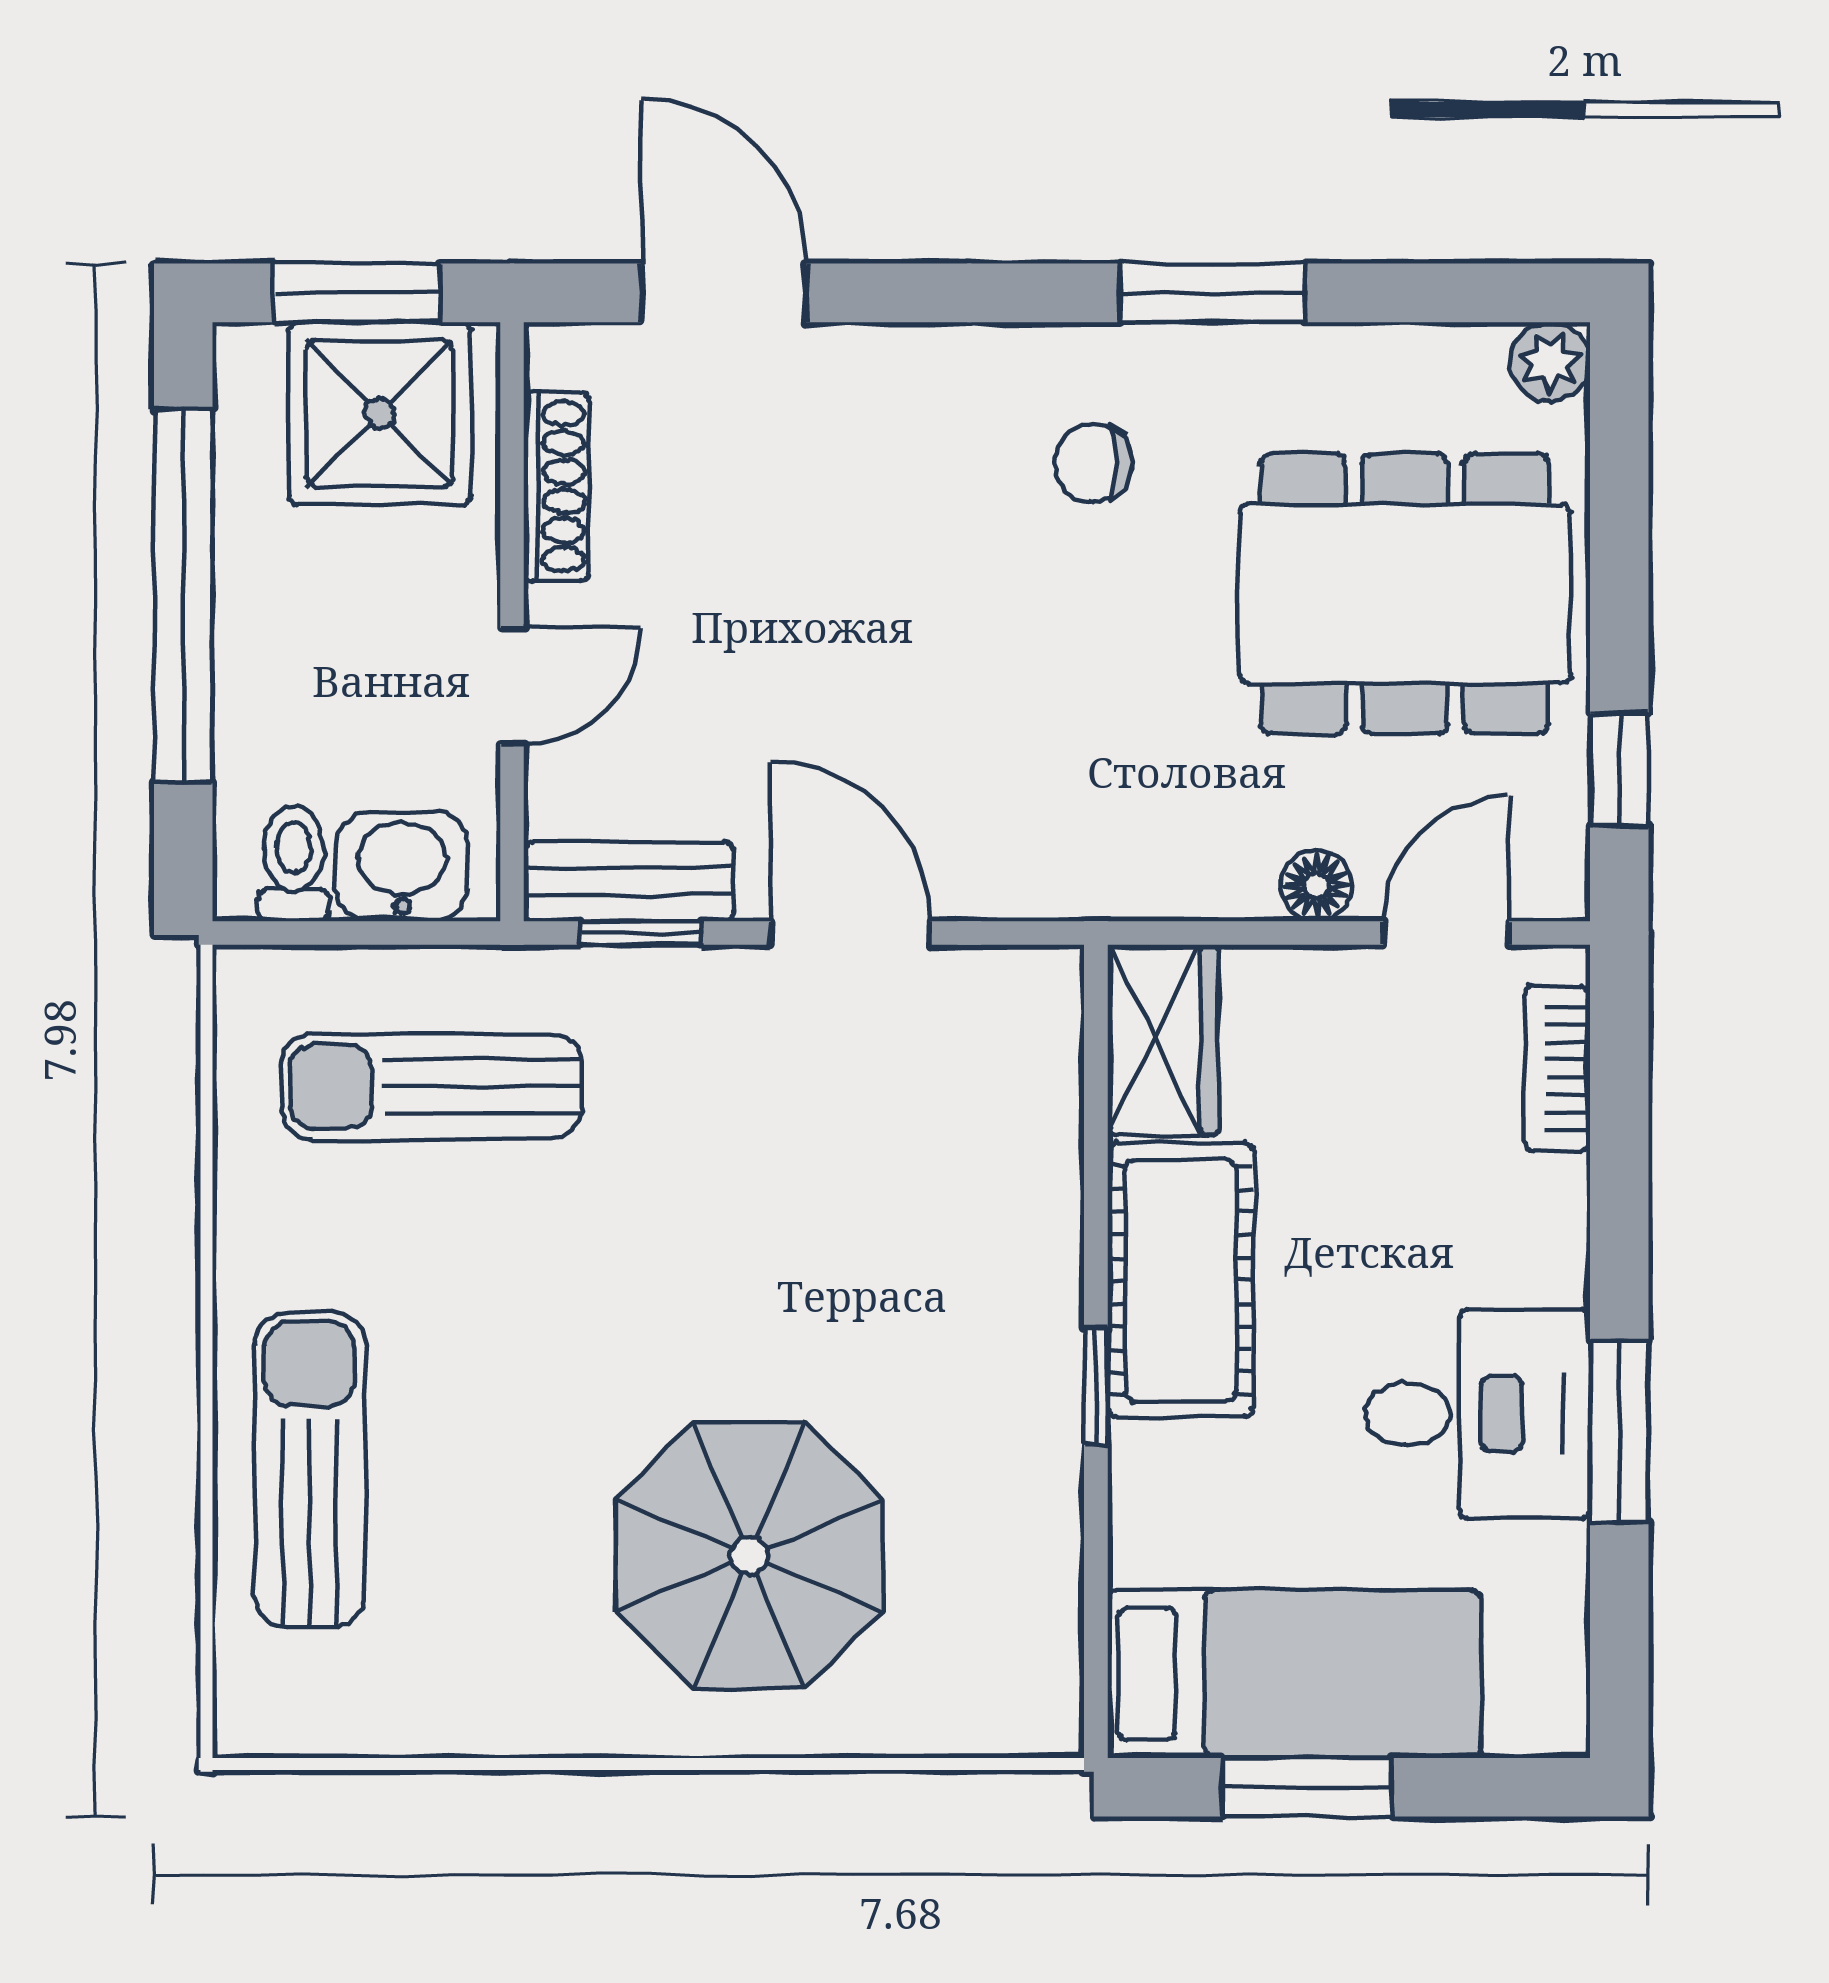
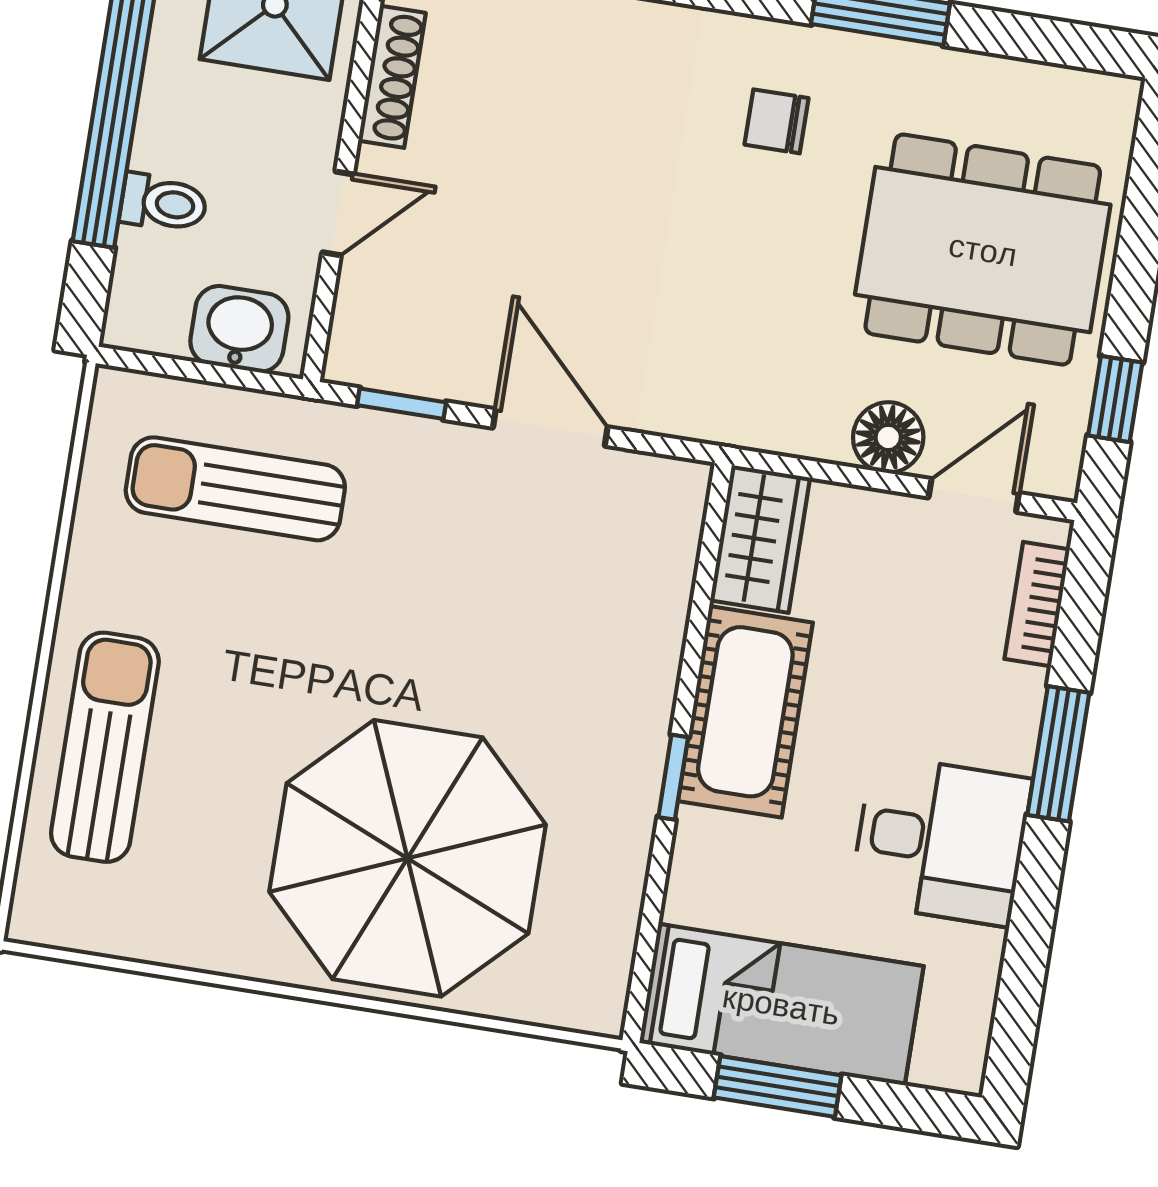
plant: (1550, 362) -> (1112, 101), removed
toilet: (294, 864) -> (163, 203), moved, turned 90
bench: (629, 881) -> (399, 366), removed
floor lamp: (1316, 886) -> (888, 437), width x1.37, depth x1.37
window: (1619, 1431) -> (1058, 754), moved
parasol: (749, 1556) -> (408, 858), width x1.36, depth x1.36

